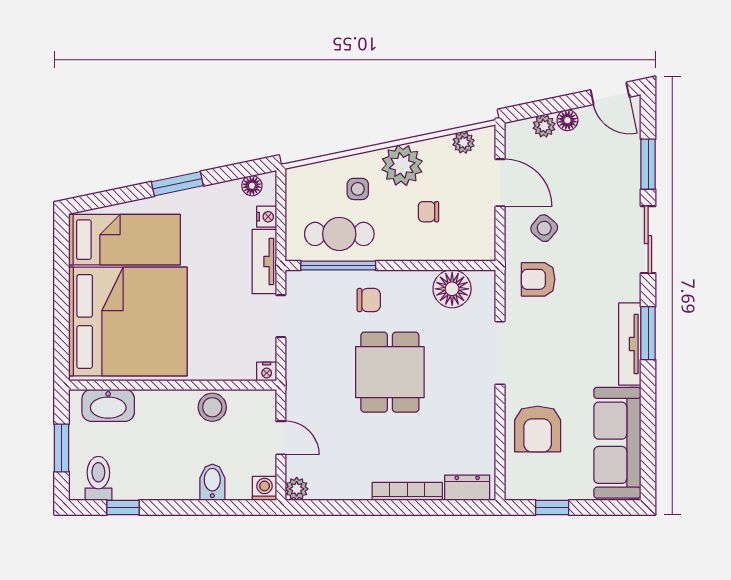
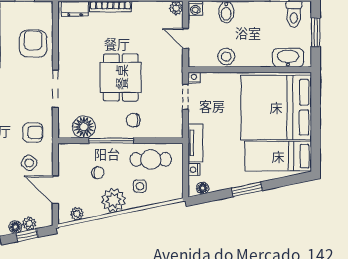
window: (548, 106) -> (27, 235), added
window: (338, 266) -> (111, 141), moved
doorway: (281, 316) -> (186, 97), moved

